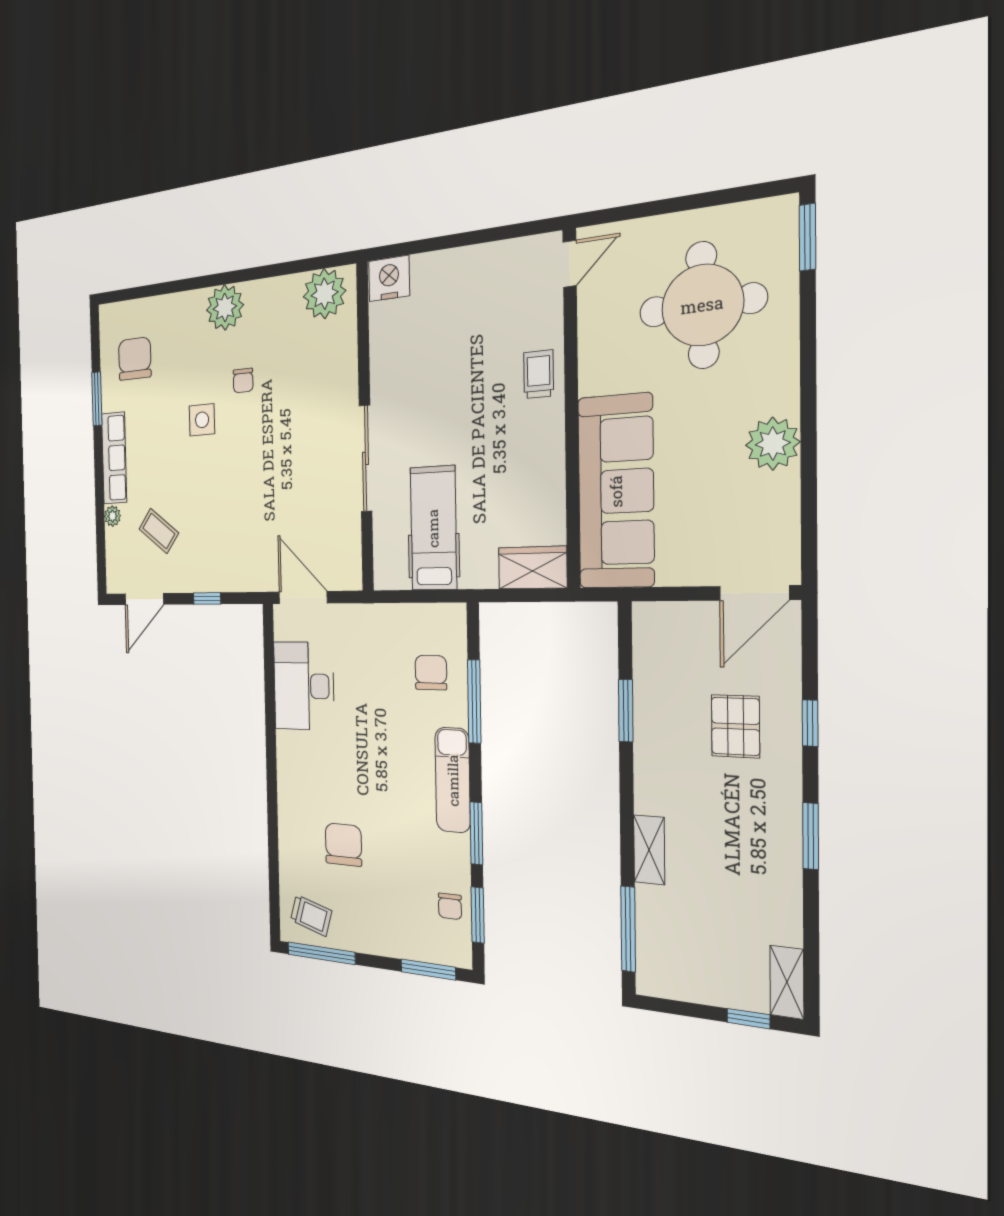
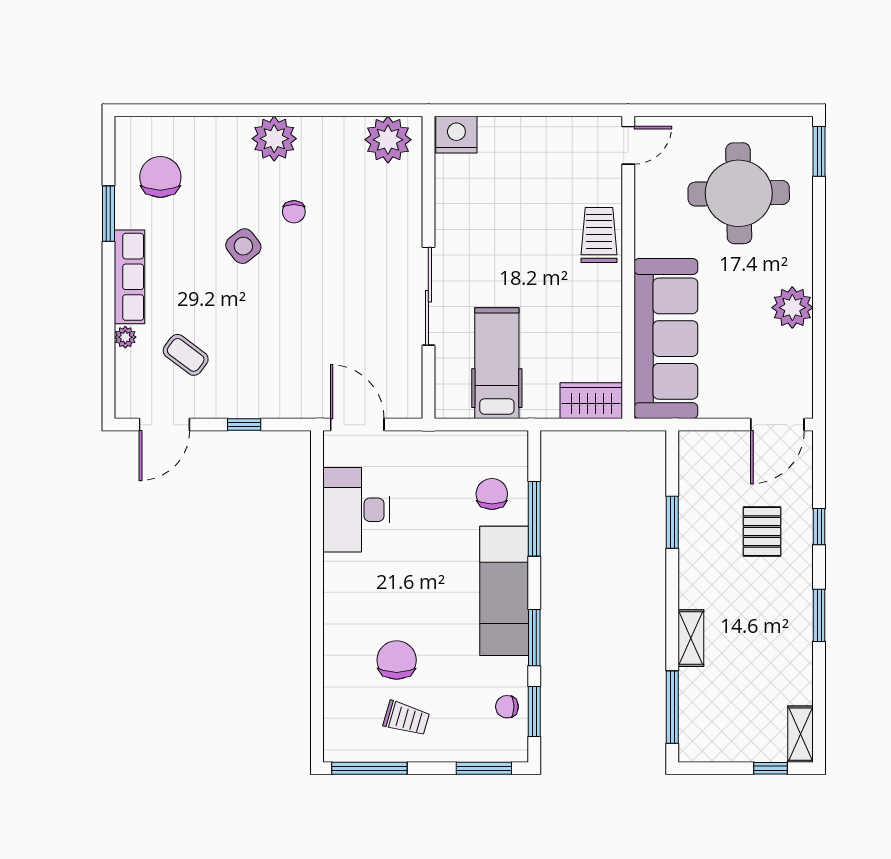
trolley: (539, 374) -> (599, 235), width x1.36, depth x1.39
side table: (202, 420) -> (243, 246), turned -38
exam couch: (453, 780) -> (504, 591), width x1.36, depth x1.45
chair: (450, 906) -> (507, 707), turned 90
trolley: (311, 915) -> (406, 718), moved

